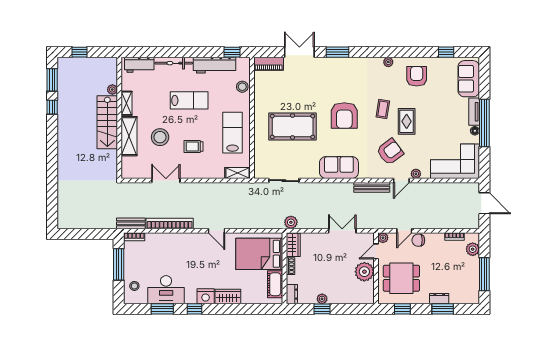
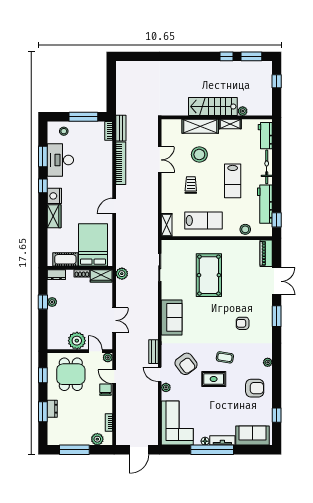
armchair: (344, 116) -> (243, 323), moved, width x0.53, depth x0.53
bench: (372, 187) -> (153, 352), width x0.73

